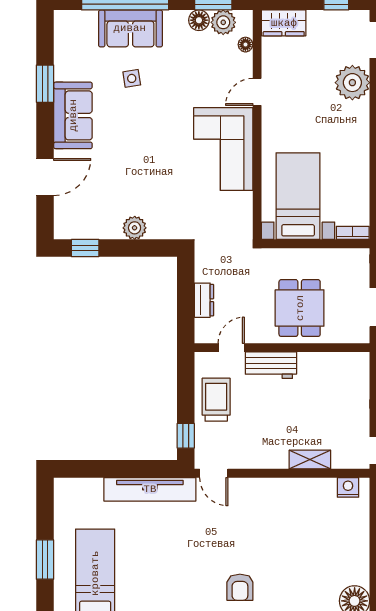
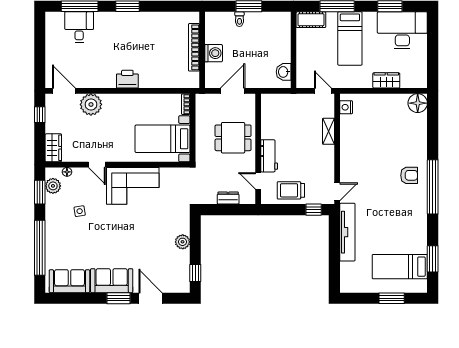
floor lamp: (199, 20) -> (52, 201), removed
sofa: (130, 28) -> (69, 281), moved, turned -90
side table: (132, 78) -> (80, 211), moved
window: (45, 84) -> (118, 298), moved

